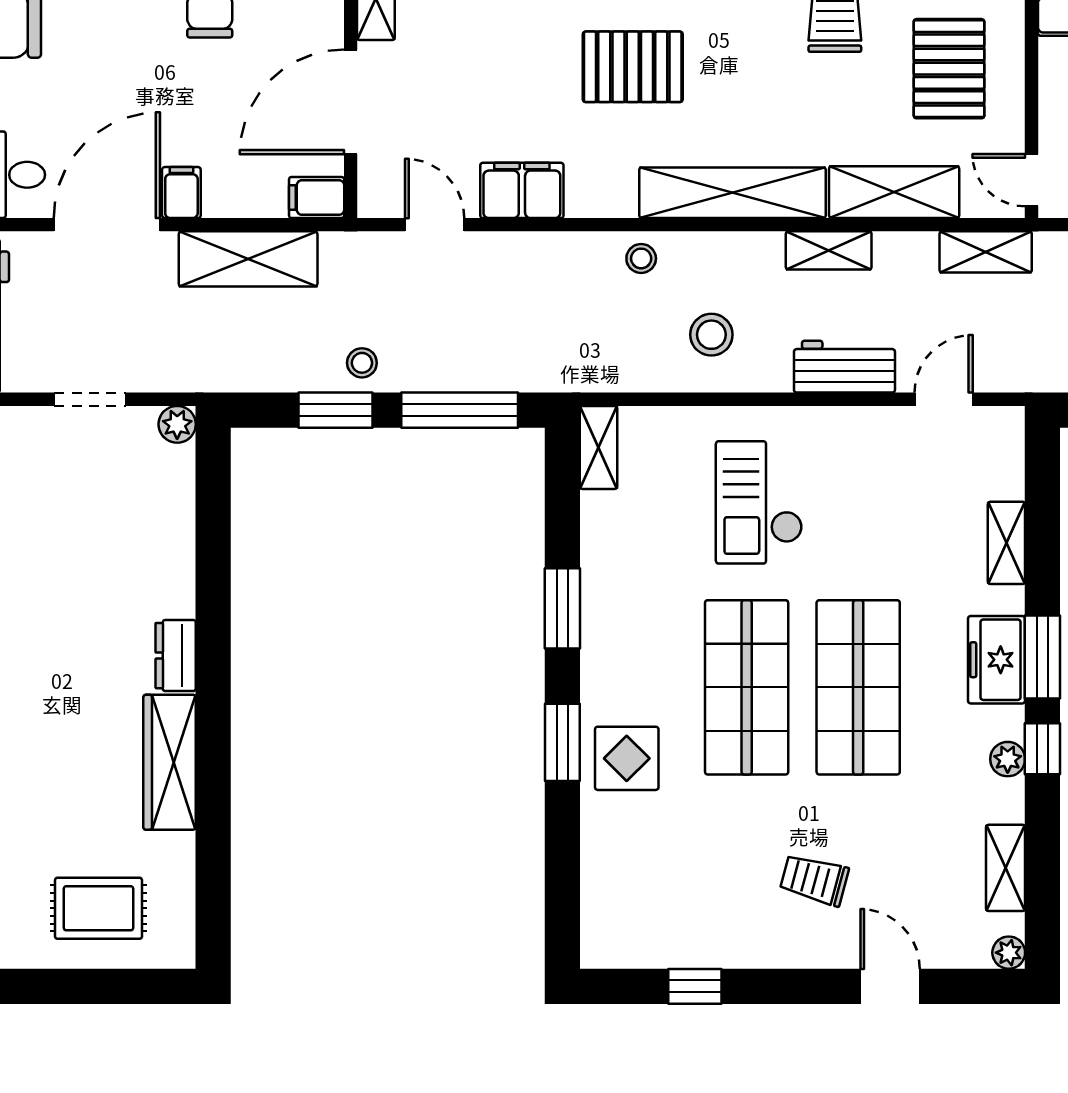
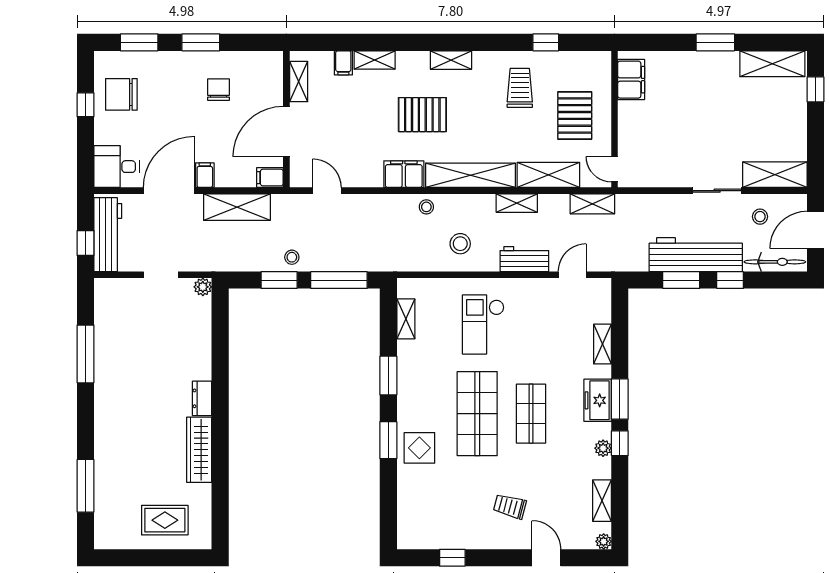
filing cabinet: (522, 190) -> (404, 174), moved
shelving: (599, 447) -> (406, 319), moved
shop shelf: (858, 687) -> (531, 414), width x0.70, depth x0.74

